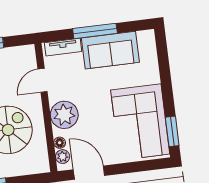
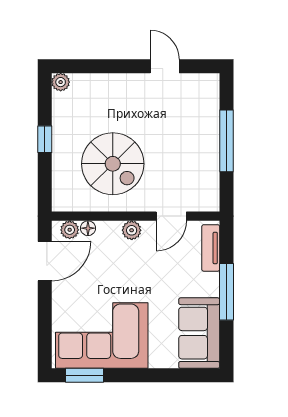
sofa: (110, 50) -> (199, 333), moved
door: (43, 80) -> (171, 216), swing flipped
plant: (64, 115) -> (132, 230), width x0.53, depth x0.53

